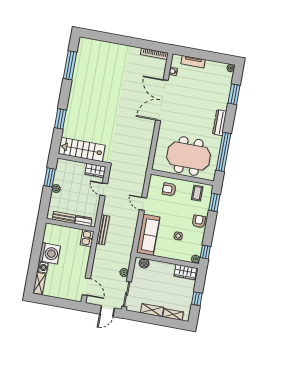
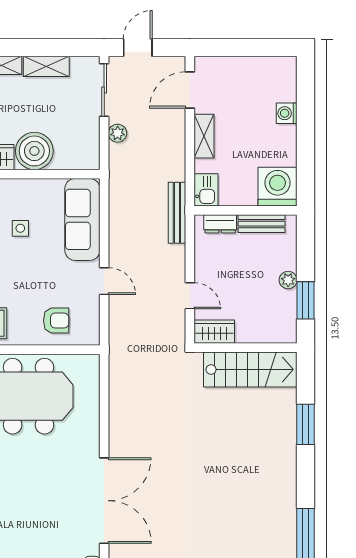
washing machine: (50, 253) -> (277, 187), moved, turned 90
boiler: (144, 263) -> (34, 151), moved, width x1.86, depth x1.86
shelving: (39, 283) -> (204, 136), moved
door: (86, 287) -> (190, 90), hinge flipped

